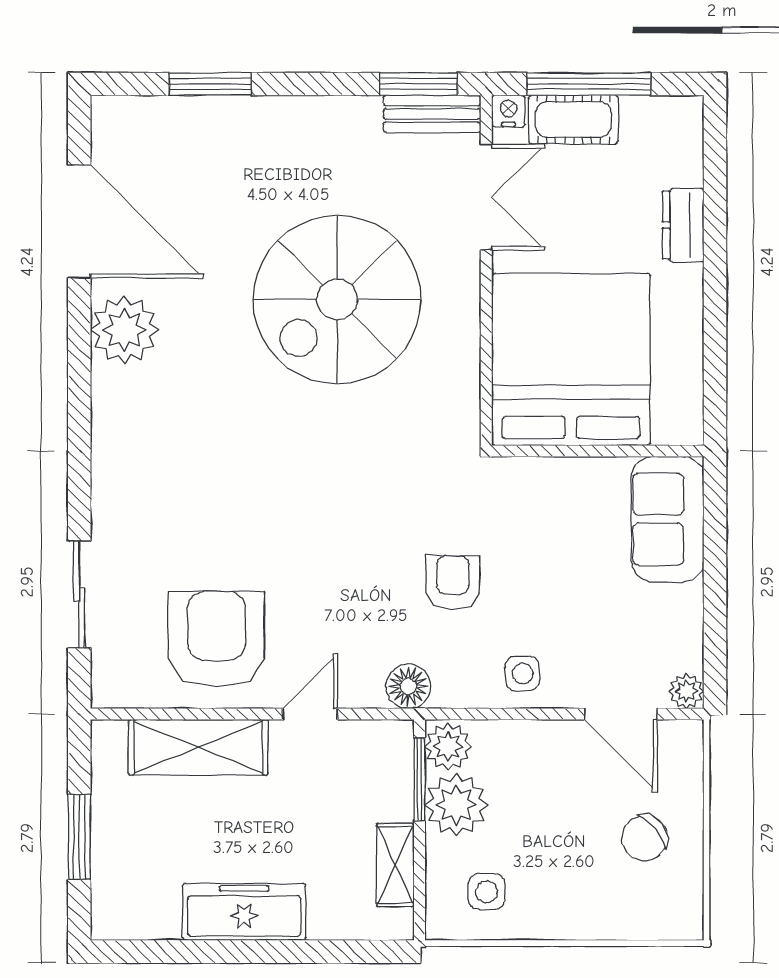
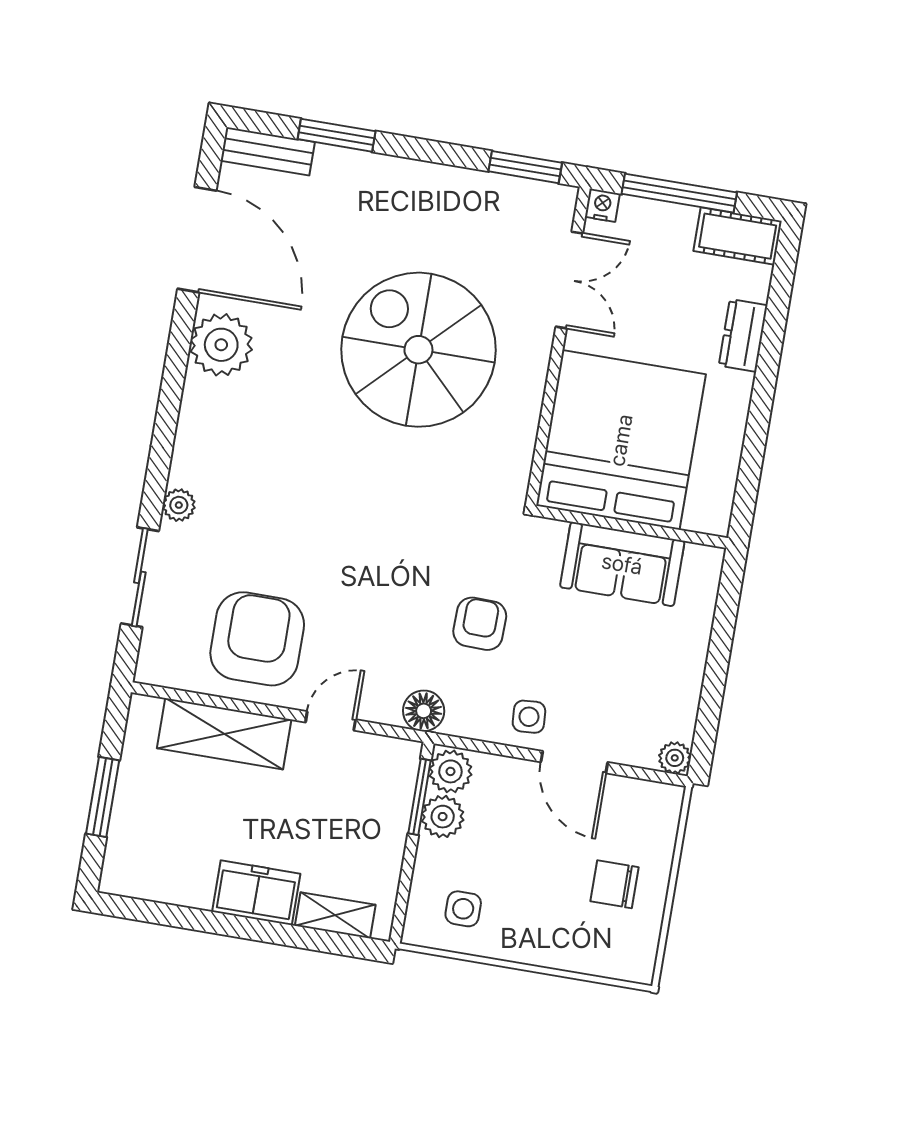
bench: (432, 114) -> (268, 151), moved
cot: (573, 119) -> (738, 236), moved
spiral stairs: (337, 299) -> (418, 350), turned 90
plant: (108, 510) -> (179, 505), added
sofa: (668, 519) -> (622, 564), moved, turned -90
door: (621, 714) -> (574, 762), moved
plant: (456, 805) -> (443, 817), width x0.73, depth x0.73
chair: (645, 838) -> (615, 884), turned 40
shelving: (395, 865) -> (335, 915), moved, turned 90
freezer: (244, 912) -> (256, 893), width x0.71

